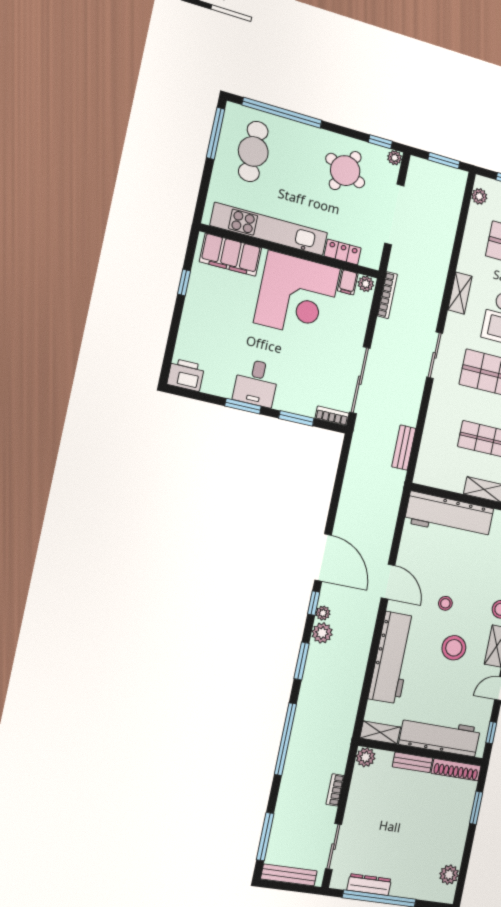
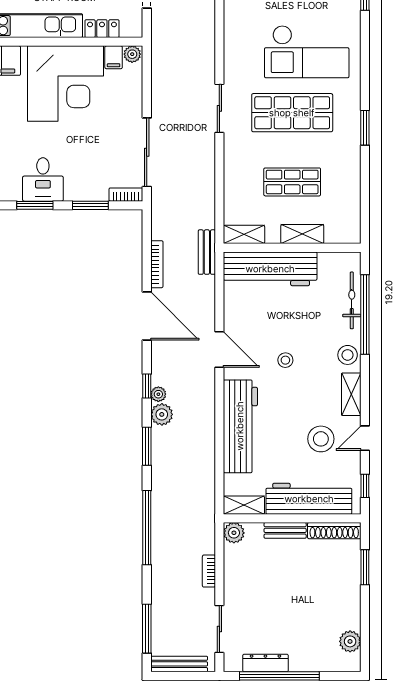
shelving: (460, 293) -> (244, 234), moved, turned 90
bookcase: (387, 295) -> (157, 264), moved
bench: (404, 448) -> (207, 252), moved
door: (323, 558) -> (147, 316), moved
stool: (454, 648) -> (321, 439), moved

